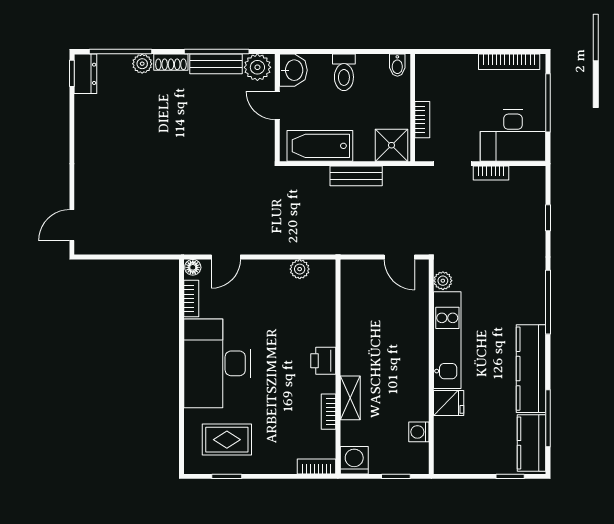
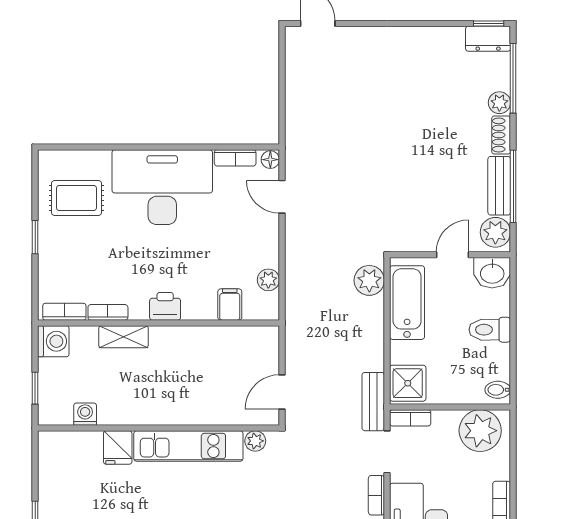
plant: (434, 81) -> (480, 431), added
bookcase: (422, 120) -> (410, 418), moved
bench: (356, 176) -> (373, 402), moved
plant: (300, 179) -> (369, 280), added
filing cabinet: (322, 303) -> (230, 305), added
rug: (227, 440) -> (76, 198), turned 90
bookcase: (316, 466) -> (64, 312), moved, turned -90
window: (227, 476) -> (35, 237), moved

